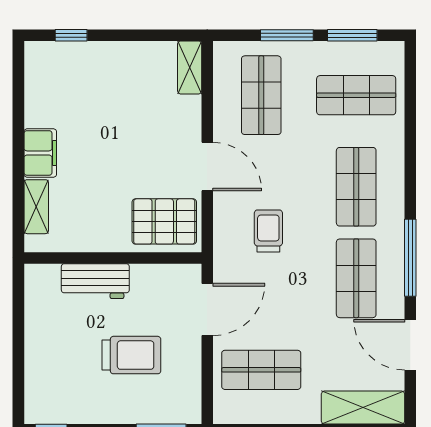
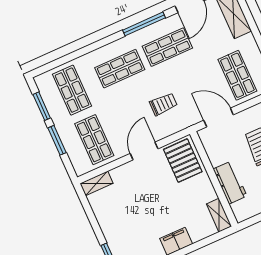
shop shelf: (261, 95) -> (94, 140), turned 90
shelving: (36, 207) -> (219, 215), moved, turned 90
trolley: (268, 231) -> (163, 104), turned 180

